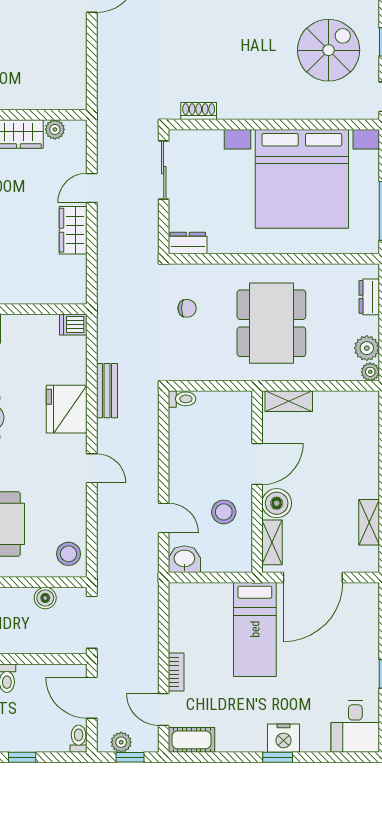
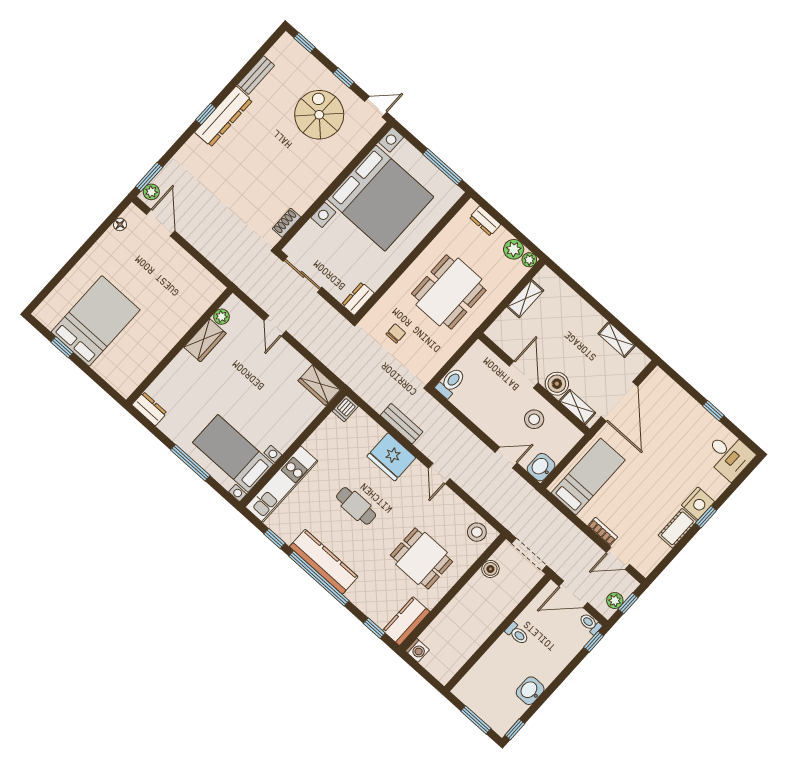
wardrobe: (73, 230) -> (319, 385), moved
dining table: (271, 323) -> (449, 292), turned 90
toilet: (182, 399) -> (451, 383), width x1.37, depth x1.39
shelving: (289, 401) -> (525, 299), moved
door: (92, 468) -> (439, 473), swing flipped
bed: (255, 629) -> (588, 477), moved, turned -90
cot: (192, 740) -> (677, 528), moved
window: (22, 757) -> (594, 642), moved

